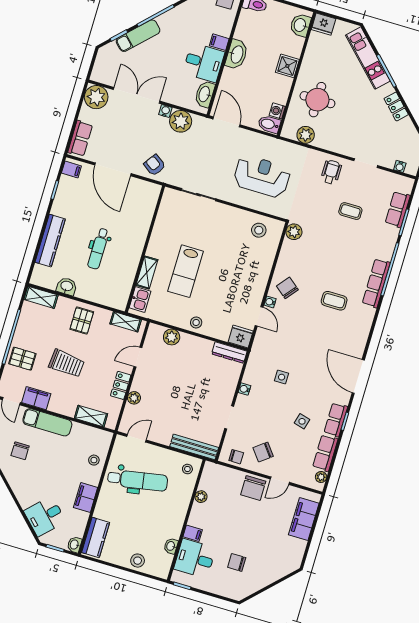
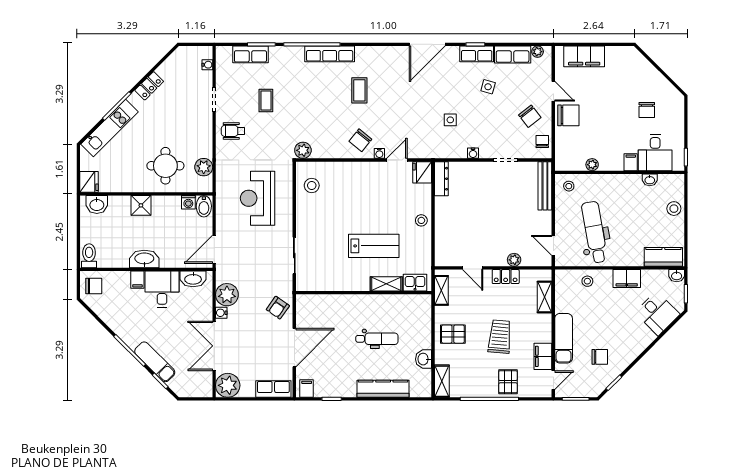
plant: (172, 337) -> (443, 240), removed

